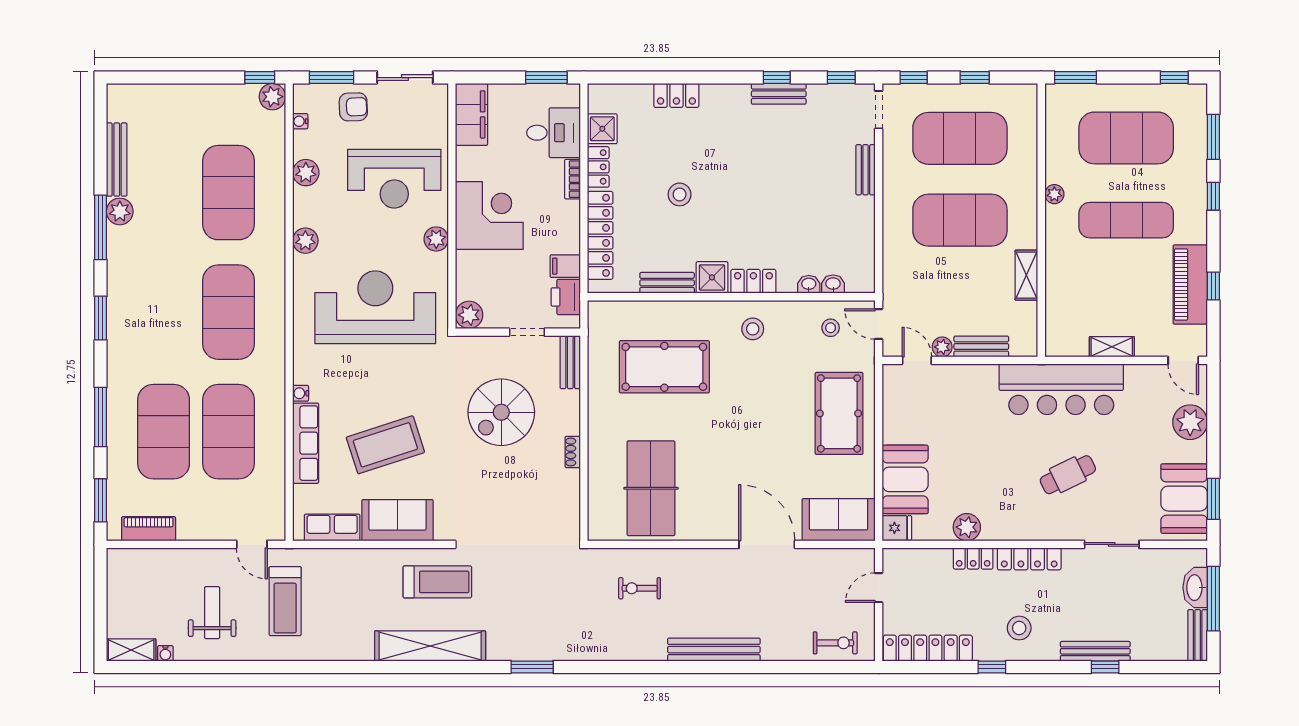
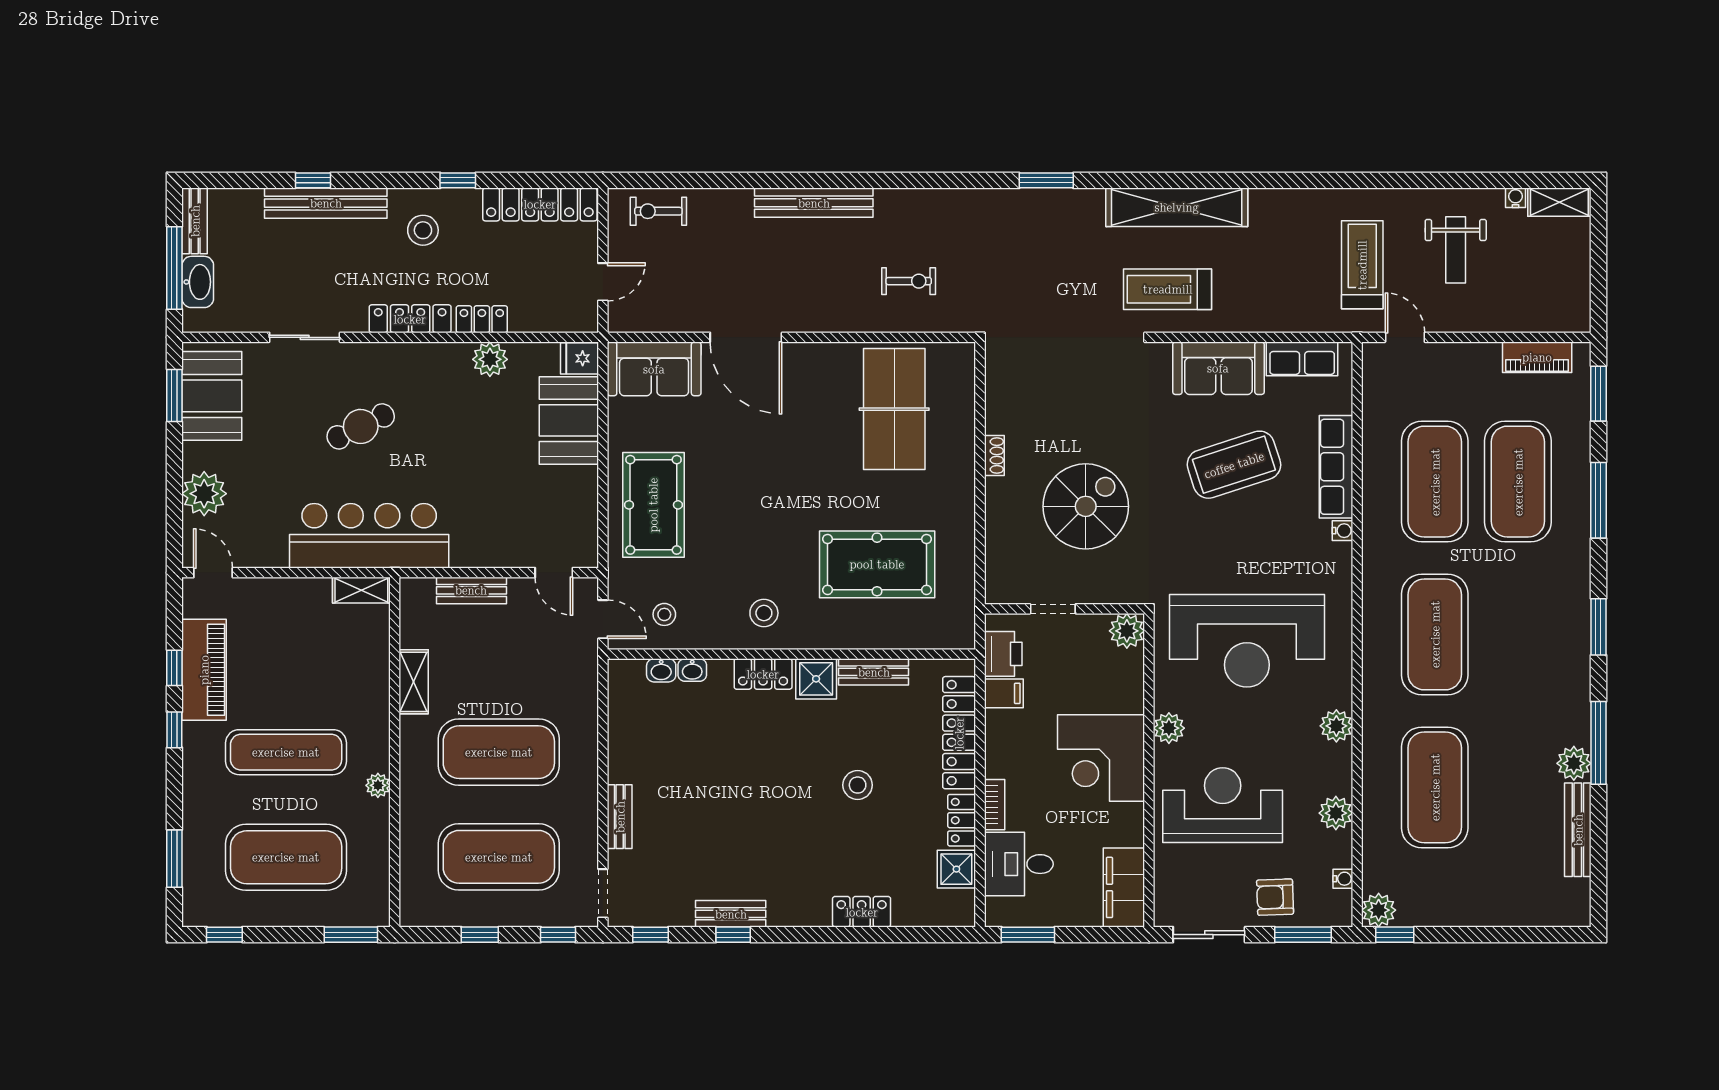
window: (1213, 196) -> (174, 730), moved
plant: (942, 347) -> (522, 590), removed
shelving: (1112, 347) -> (361, 590), moved
bench: (570, 362) -> (997, 570), removed
bench: (1095, 651) -> (326, 203), width x1.37, depth x1.21

